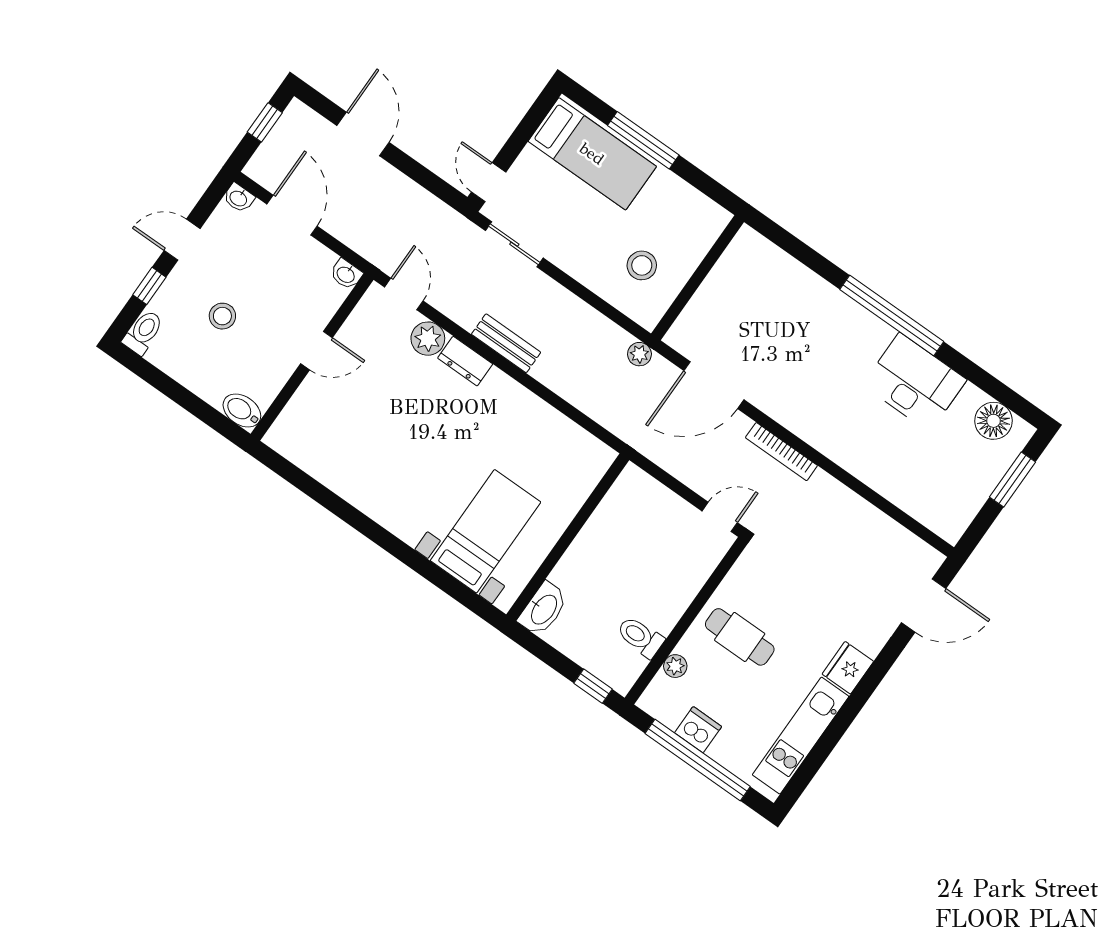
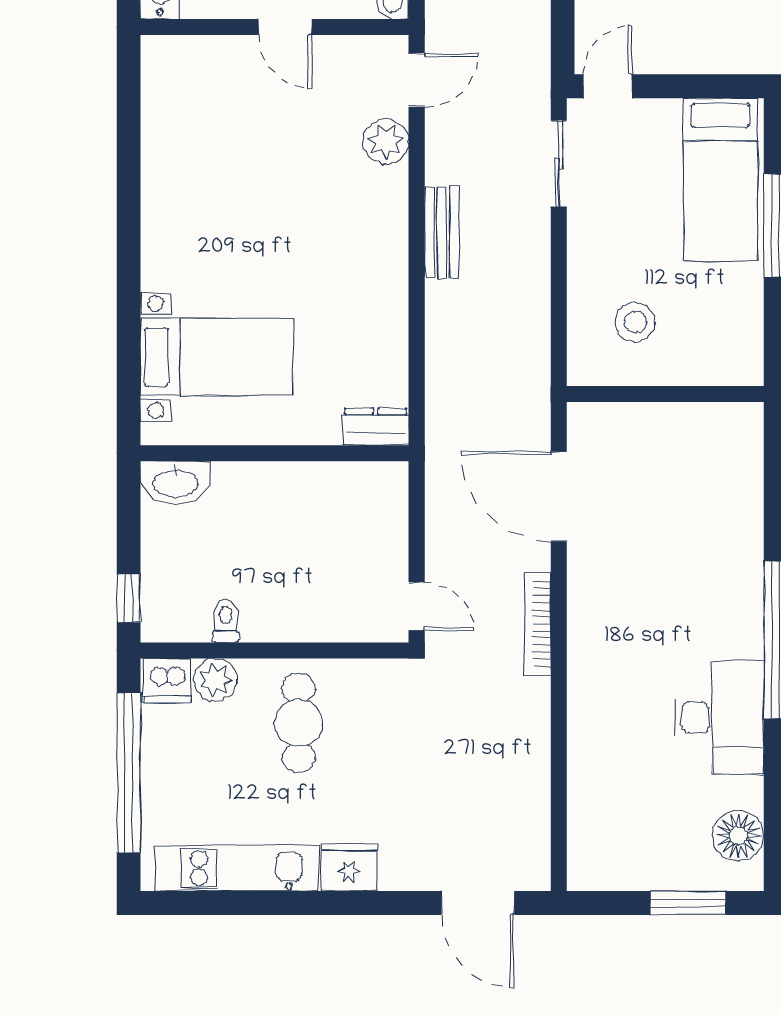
plant: (639, 354) -> (535, 389), removed
dresser: (465, 361) -> (376, 427), moved, turned 90
toilet: (640, 637) -> (226, 621), width x0.73, depth x0.72
plant: (675, 666) -> (216, 680), width x1.38, depth x1.38
dishwasher: (698, 730) -> (167, 681), moved, turned 90

